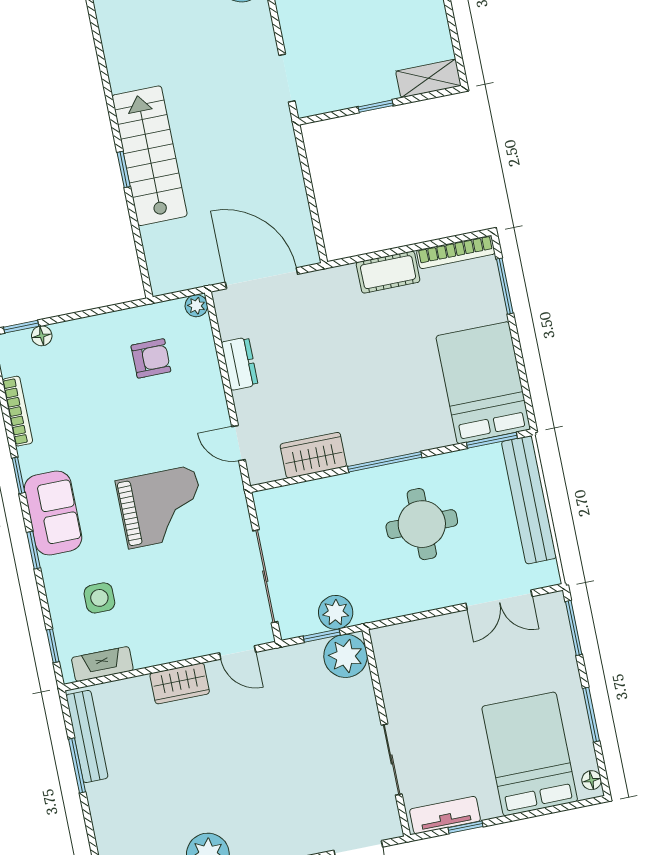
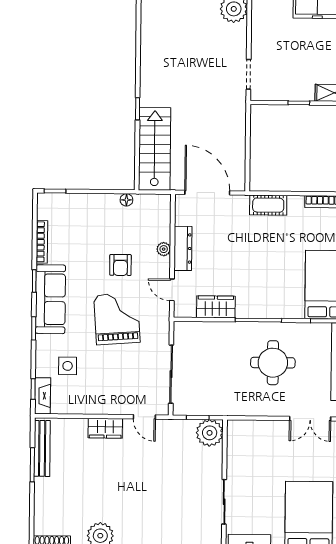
stairs: (150, 156) -> (155, 149), moved
cot: (388, 272) -> (268, 205), moved
plant: (196, 306) -> (164, 249), moved
floor lamp: (42, 336) -> (126, 200), moved
armchair: (151, 358) -> (120, 265), moved, turned 90
dresser: (240, 364) -> (183, 248), width x1.44
grand piano: (161, 507) -> (117, 319), turned -94
sofa: (53, 513) -> (50, 299), width x1.36
plant: (336, 612) -> (209, 405), removed
fireplace: (102, 664) -> (43, 396), moved, turned 90

